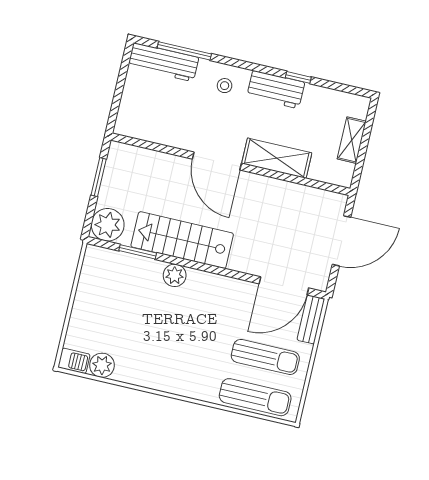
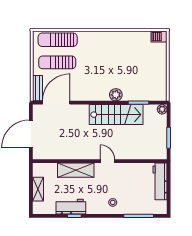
workbench: (163, 62) -> (160, 181), moved, turned -90
workbench: (276, 90) -> (71, 207), moved
door: (217, 161) -> (107, 161), width x0.53
plant: (108, 225) -> (162, 109), width x0.53, depth x0.53
plant: (102, 365) -> (143, 38), removed

